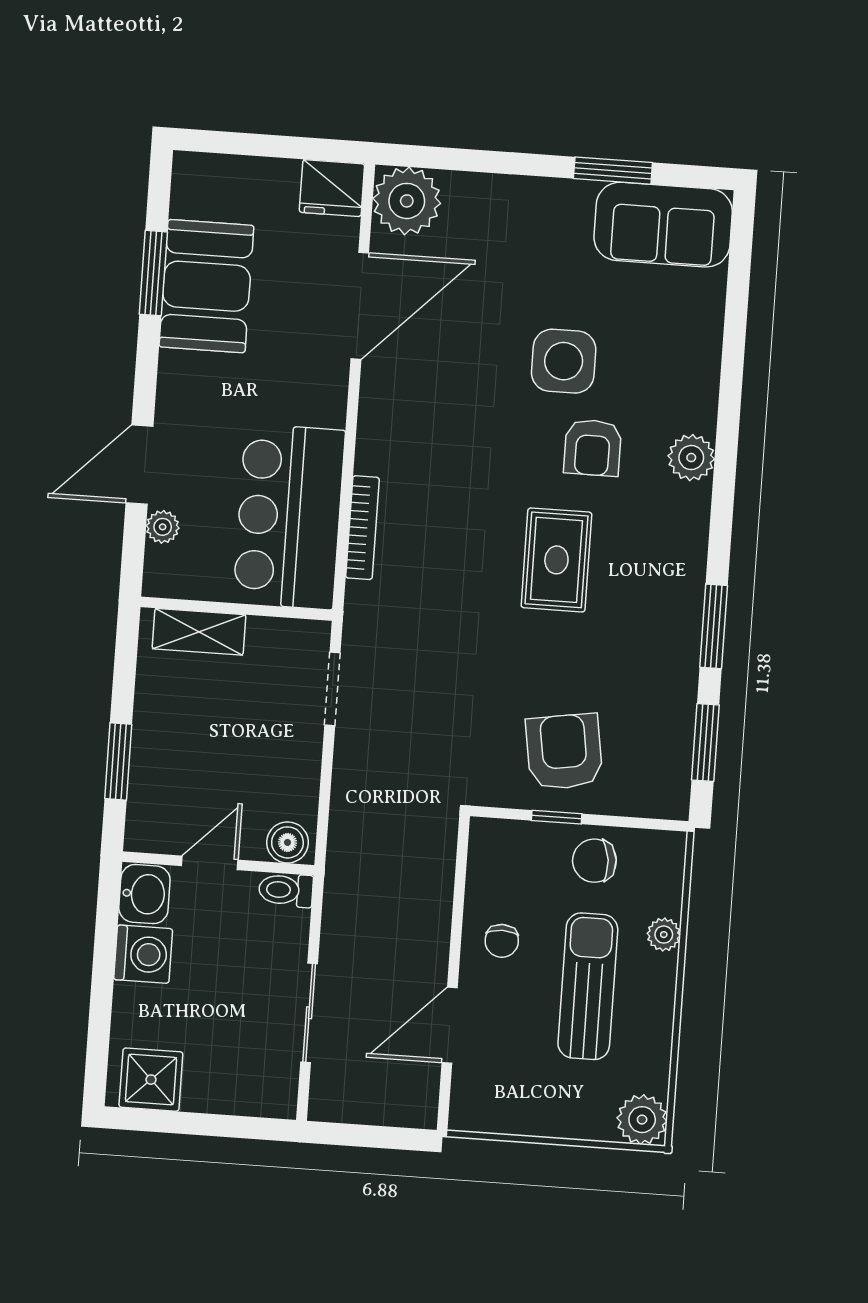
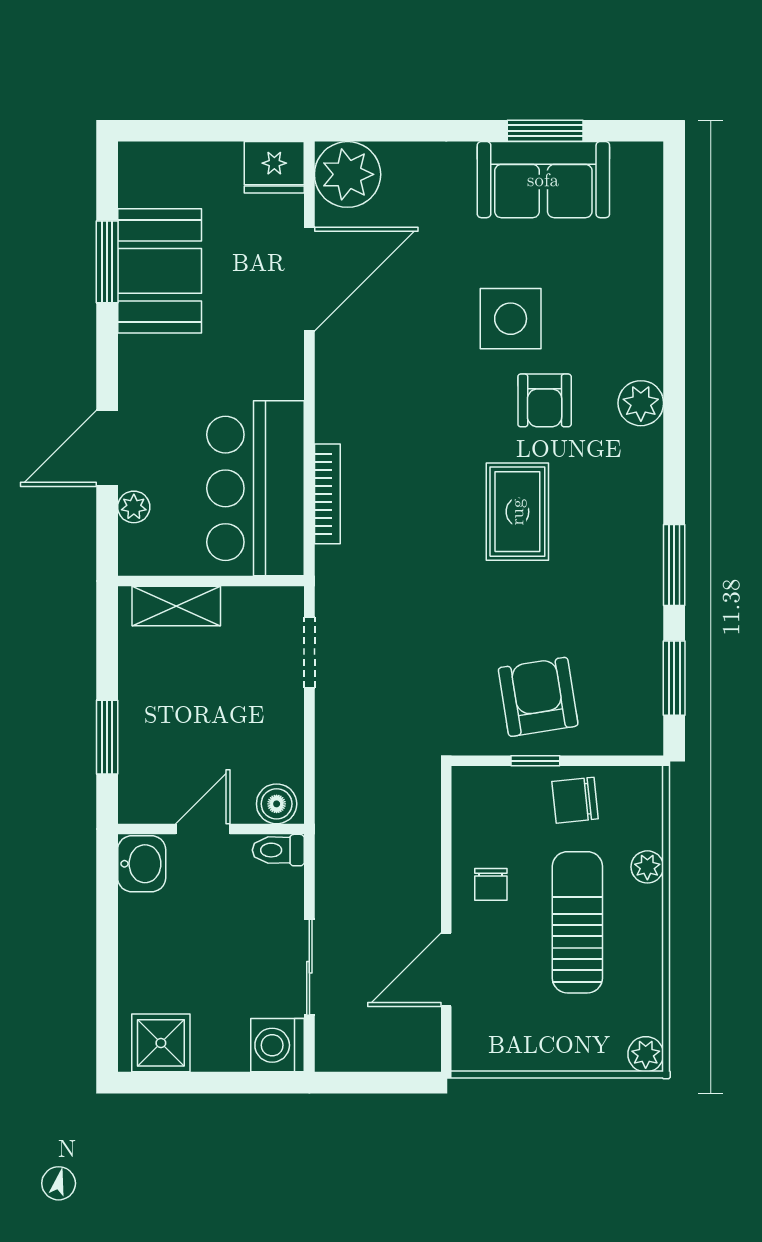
sofa: (663, 225) -> (543, 180), moved
washing machine: (143, 954) -> (278, 1045), moved, turned 180
plant: (642, 1120) -> (646, 1054), width x0.73, depth x0.73

